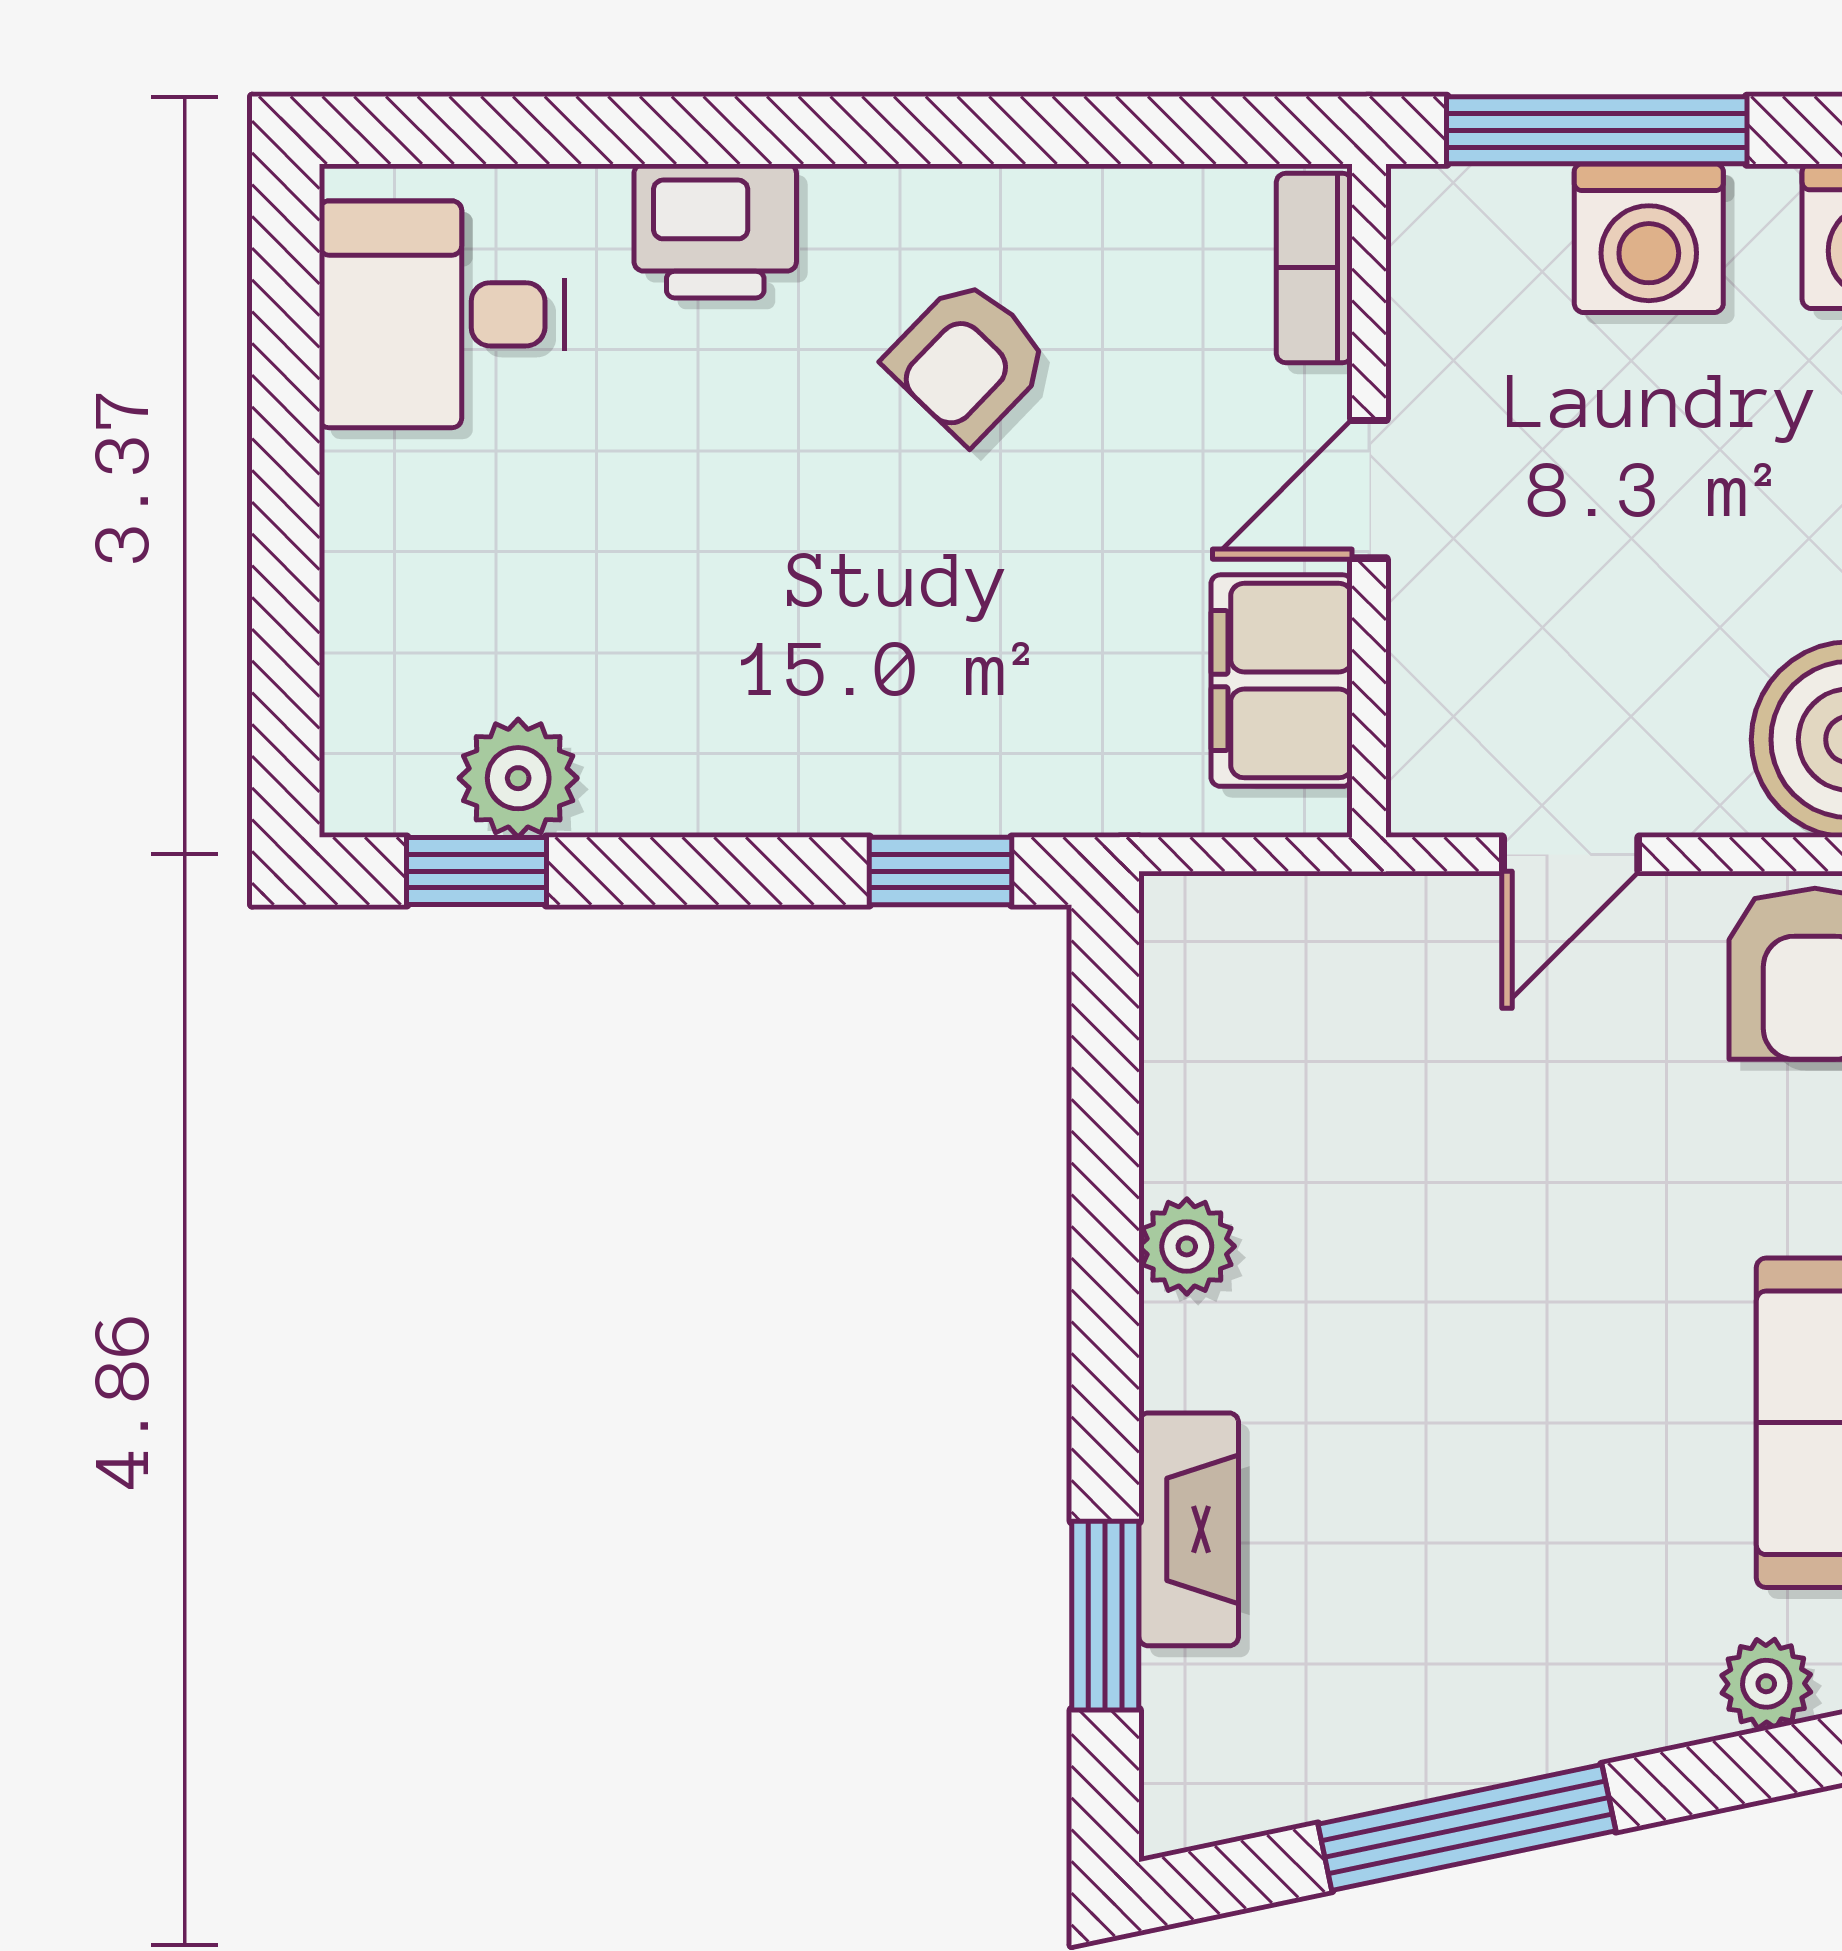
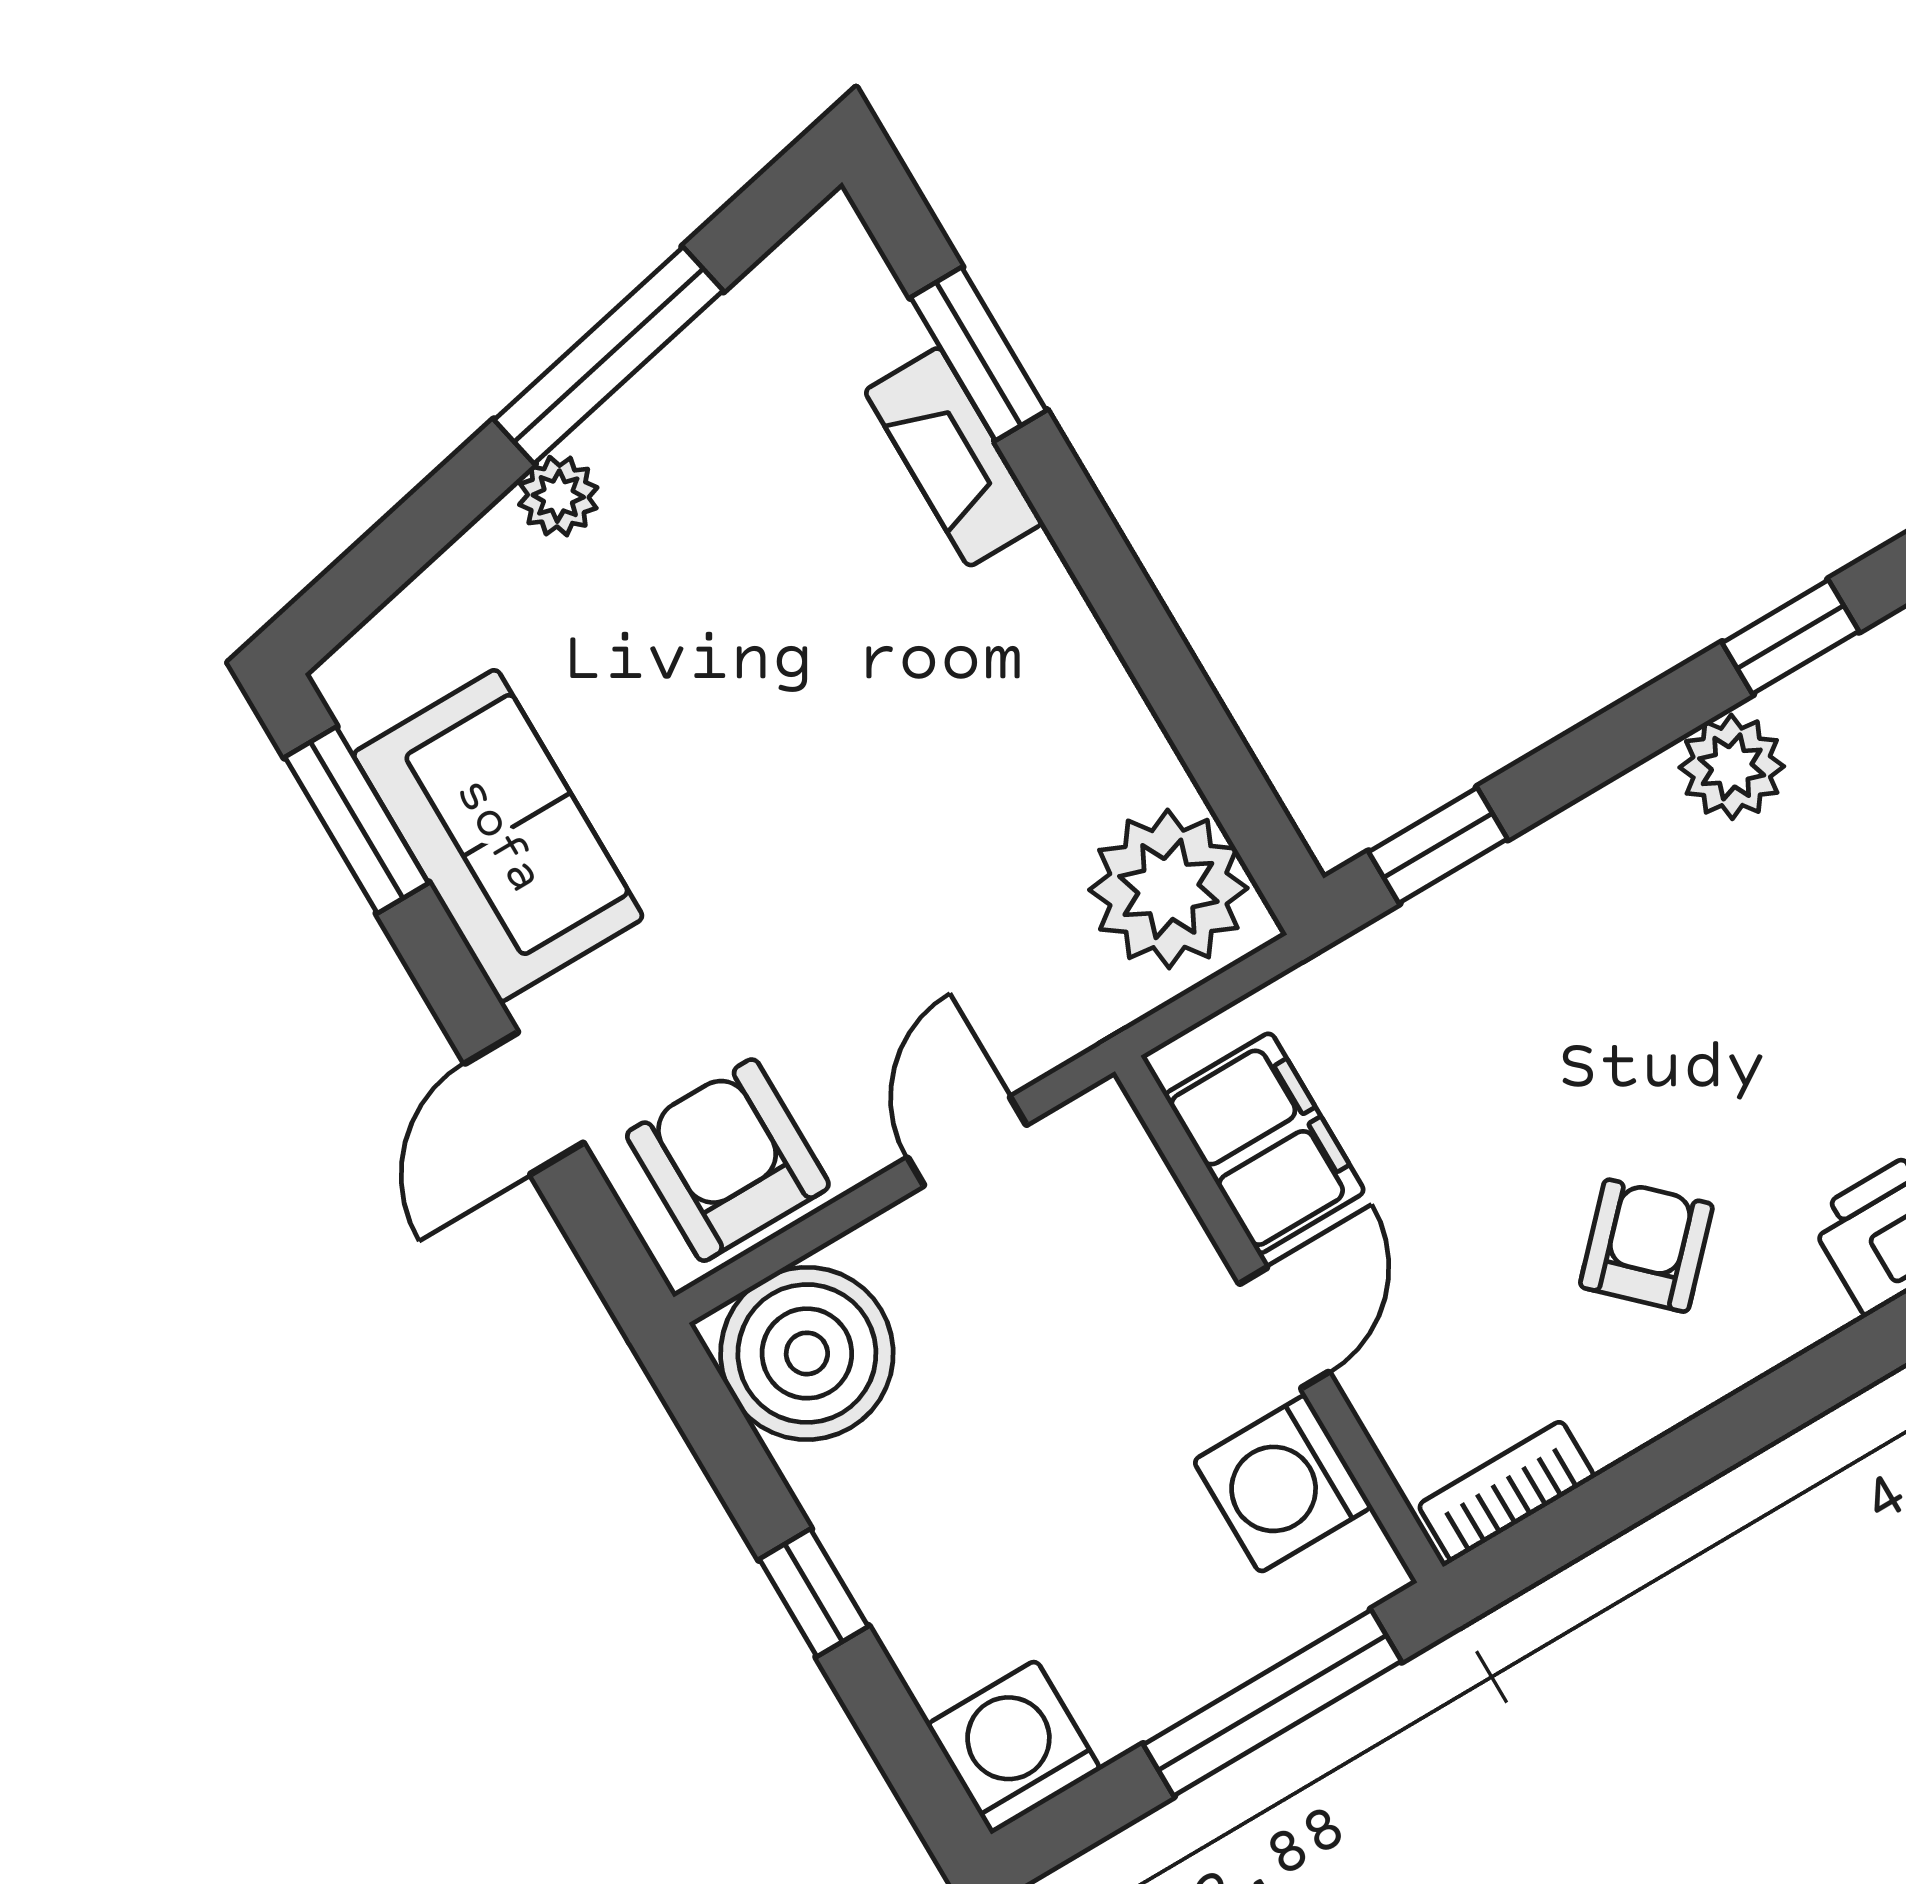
washing machine: (1649, 238) -> (1283, 1484), moved, turned -90
bookcase: (1314, 268) -> (1506, 1491), moved, turned -90
plant: (518, 778) -> (1732, 767), moved
plant: (1187, 1246) -> (1168, 889), moved, width x1.87, depth x1.87
plant: (1766, 1684) -> (558, 496), moved

